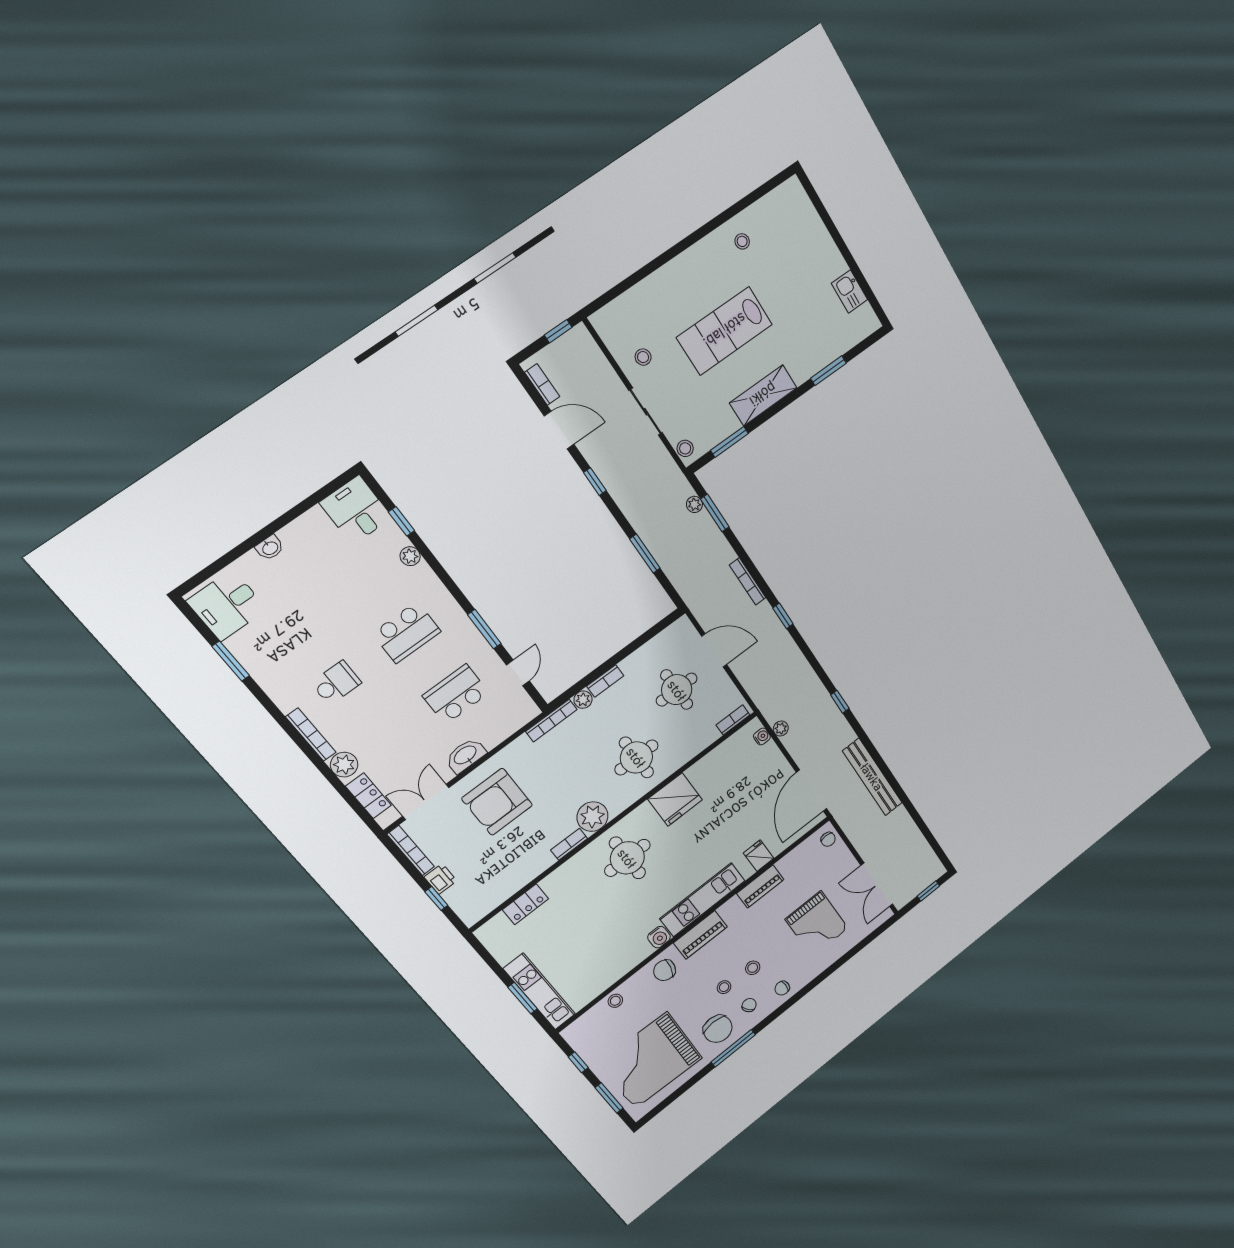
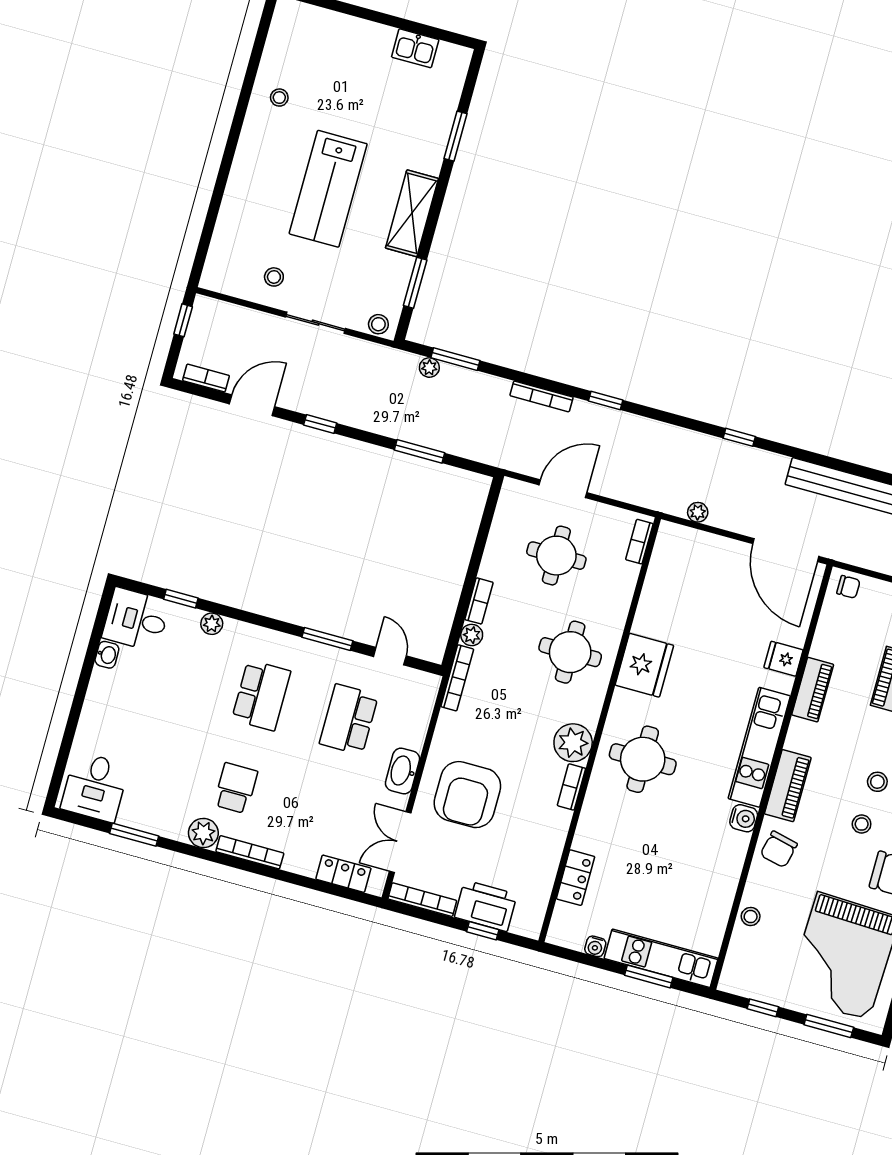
washbasin: (270, 548) -> (107, 655), moved
water cooler: (762, 736) -> (595, 946), moved, turned 180
plant: (344, 765) -> (203, 833), moved
printer: (440, 879) -> (486, 906), width x1.87, depth x1.48

